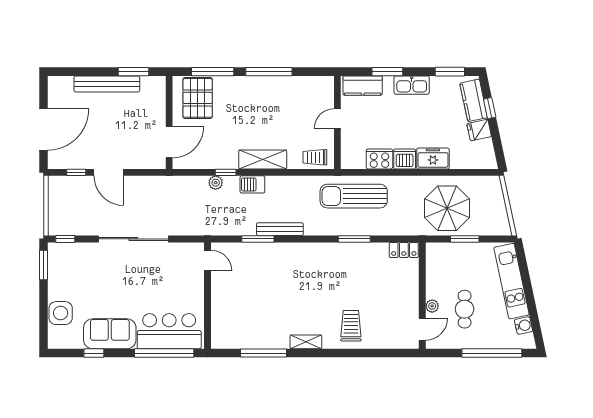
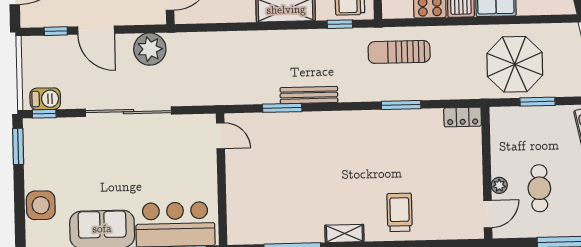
window: (226, 172) -> (340, 24), moved
plant: (216, 183) -> (150, 49), moved, width x1.88, depth x1.88
barbecue: (252, 184) -> (45, 99), moved, turned 180
sun lounger: (354, 196) -> (399, 52), width x0.73, depth x0.75

